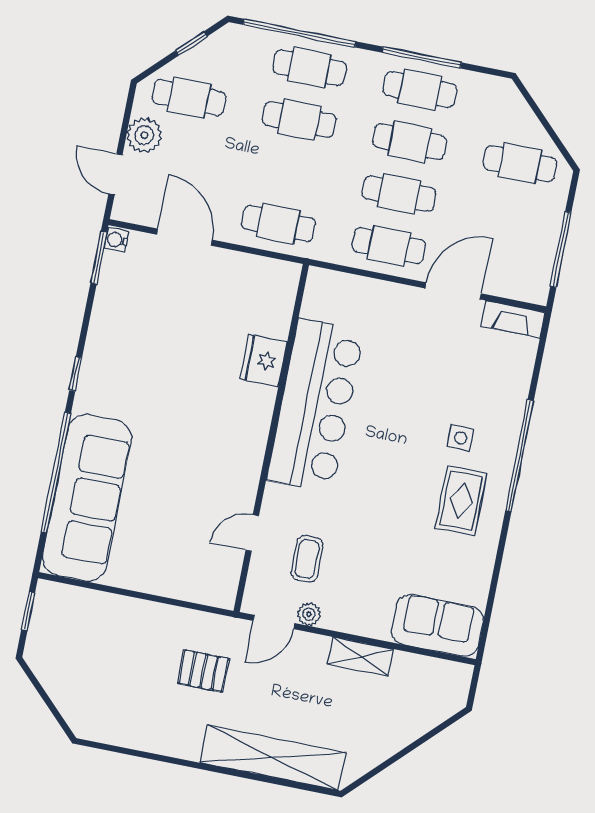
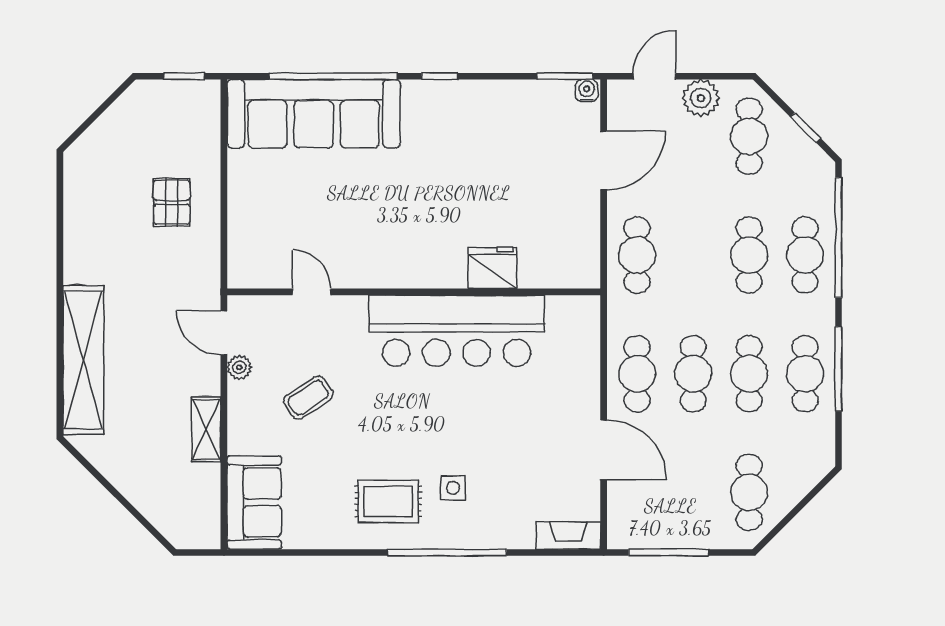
fireplace: (513, 319) -> (568, 536), moved, turned 90
coffee table: (307, 559) -> (308, 398), moved, turned -33
pallet: (204, 671) -> (172, 202), moved

